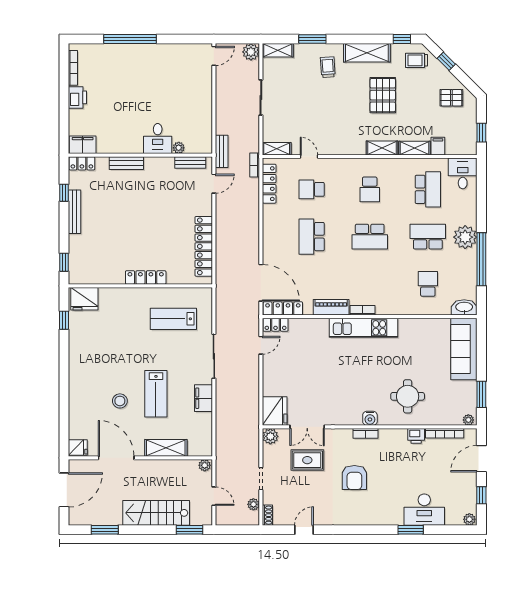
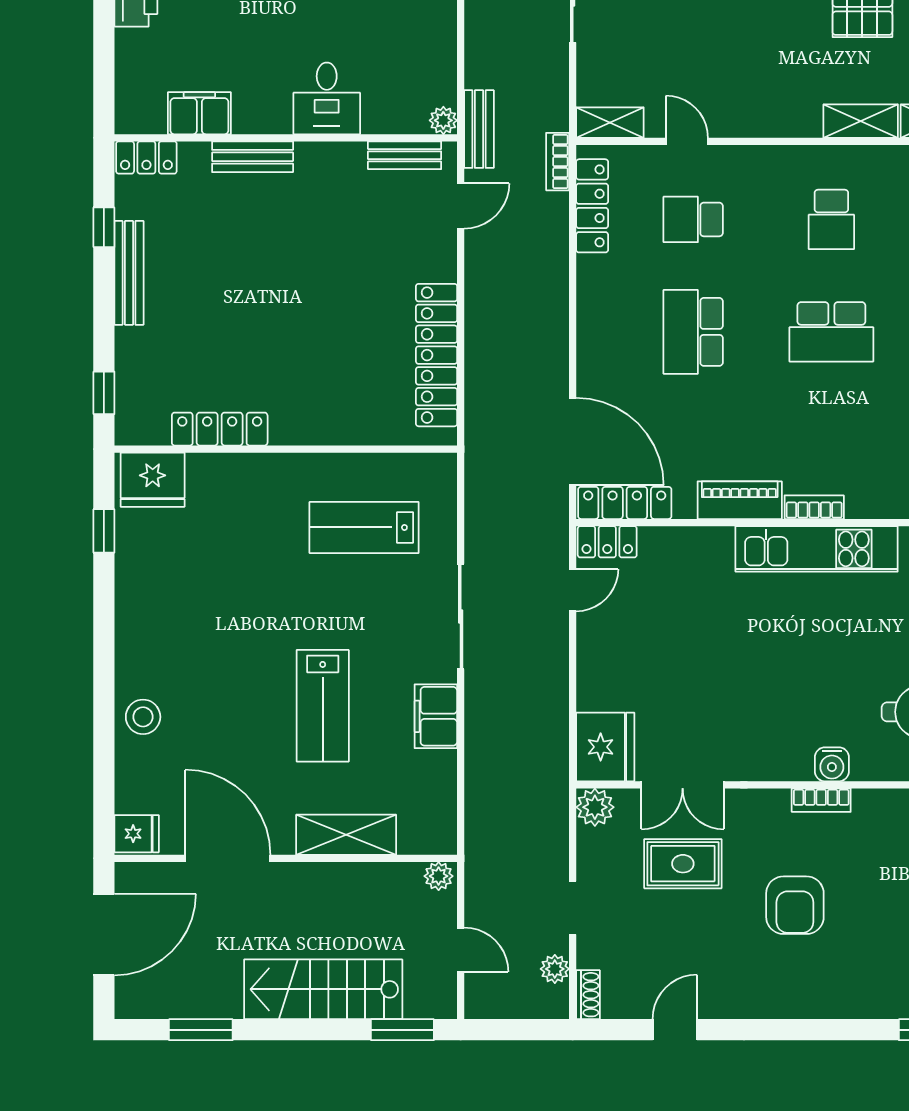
filing cabinet: (83, 145) -> (199, 113), moved
plant: (179, 148) -> (443, 120), moved
locker: (146, 277) -> (220, 429), moved
stool: (120, 401) -> (143, 717), moved

